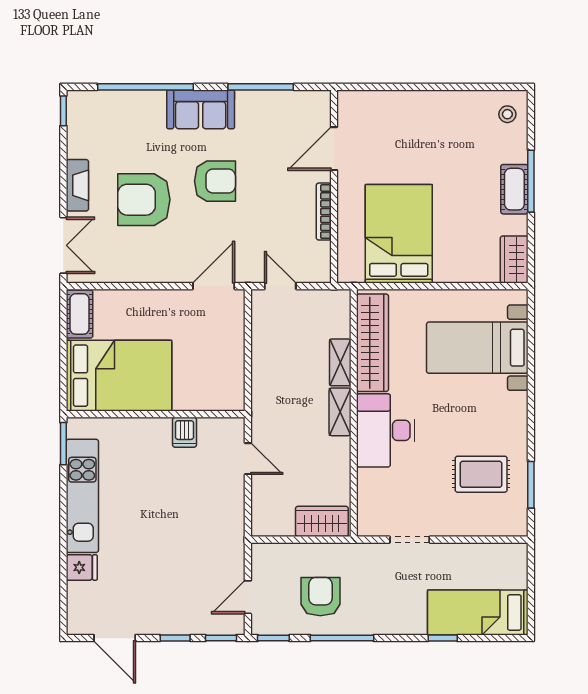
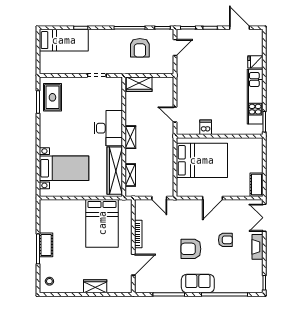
armchair: (144, 200) -> (225, 240), width x0.53, depth x0.53
wardrobe: (514, 259) -> (95, 286), moved, turned -90
door: (214, 286) -> (212, 198), moved
shelving: (340, 362) -> (130, 175), moved
bed: (119, 376) -> (202, 160), moved, turned 180
rug: (481, 474) -> (52, 97), moved, turned 90

